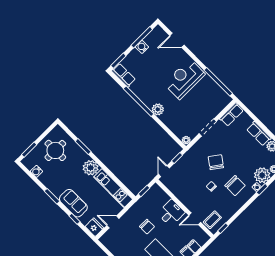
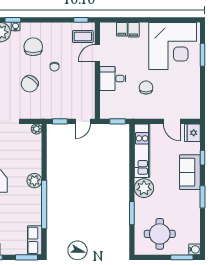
water cooler: (36, 171) -> (194, 249), moved
door: (195, 219) -> (97, 53), swing flipped

